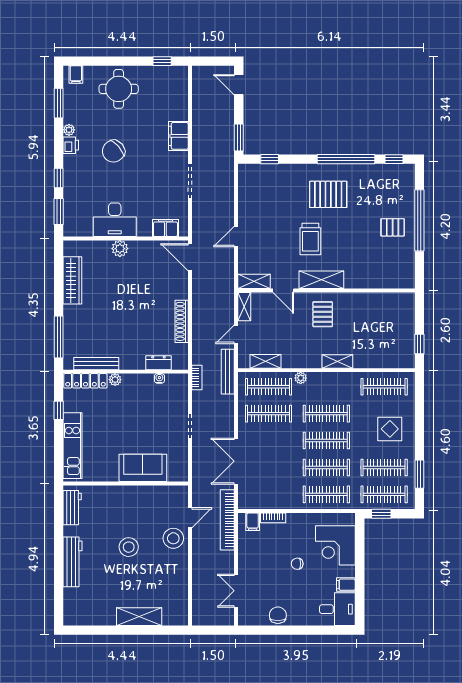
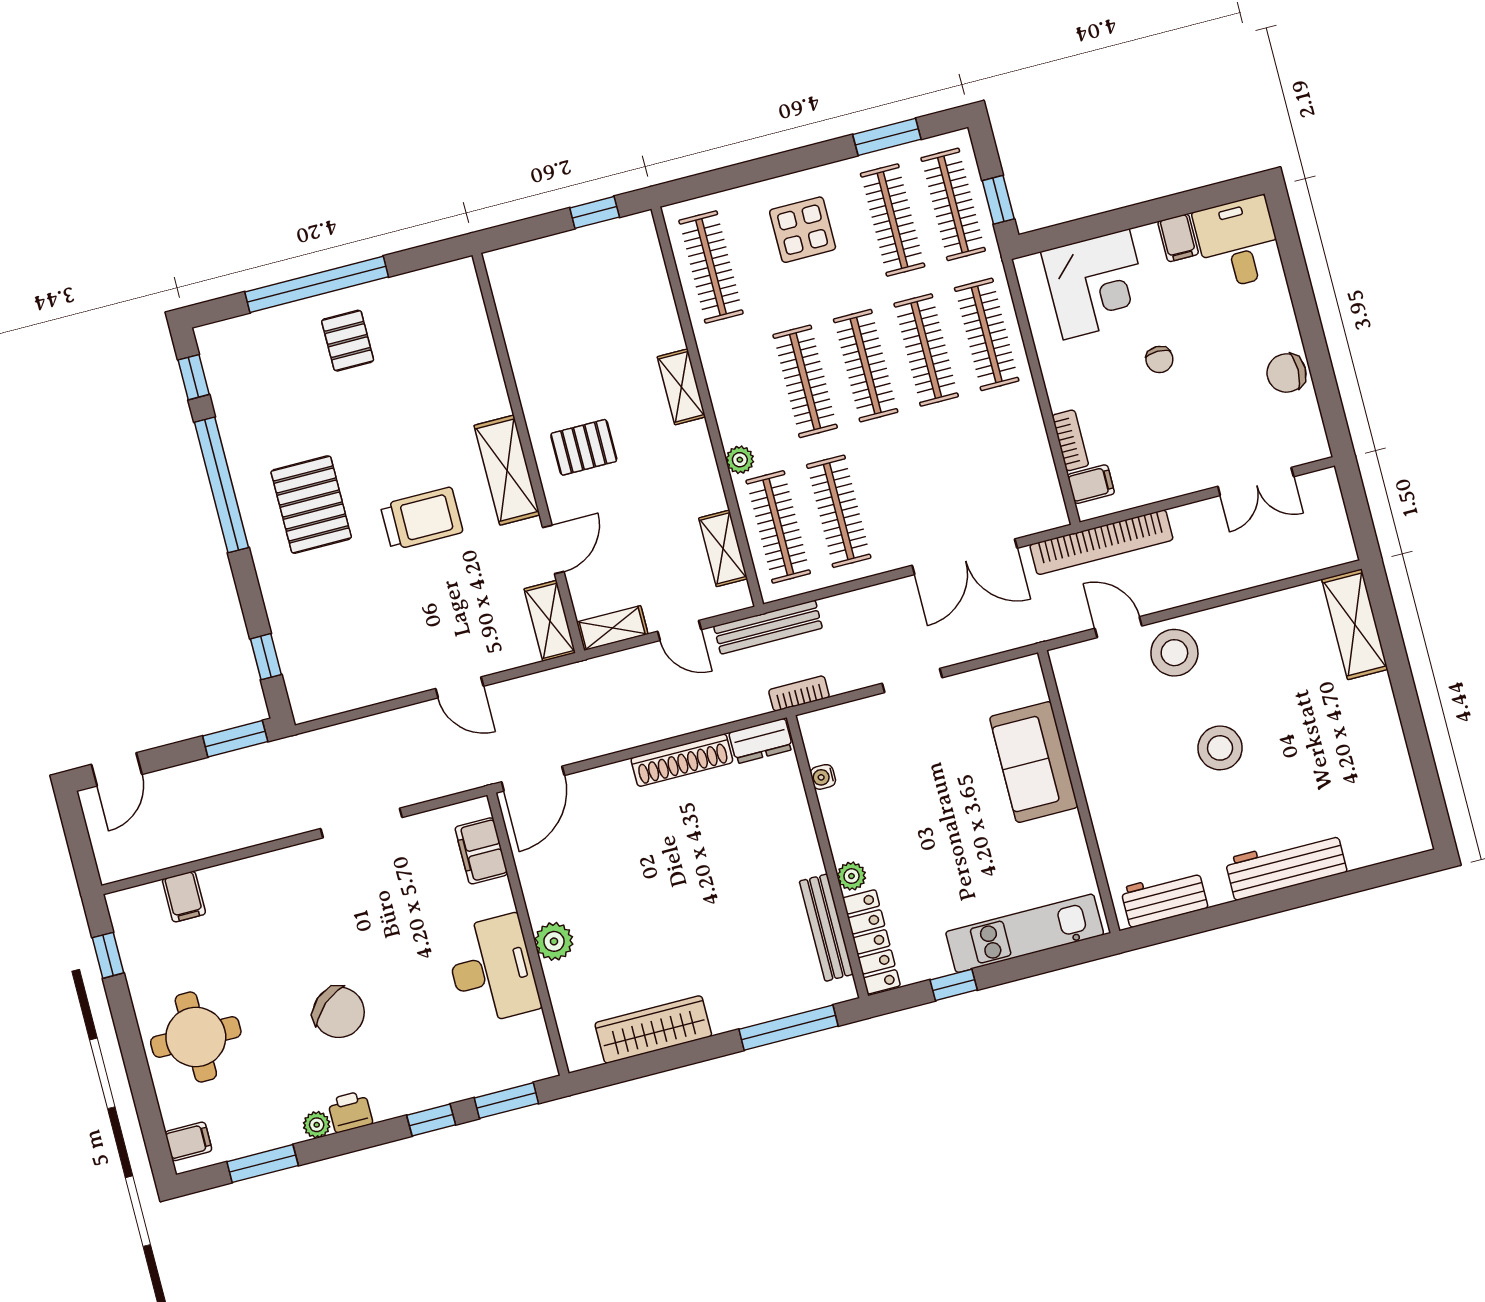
filing cabinet: (178, 136) -> (184, 897), moved, width x0.50
dresser: (158, 363) -> (761, 741), moved, turned -90
shelving: (139, 617) -> (1355, 624), moved

